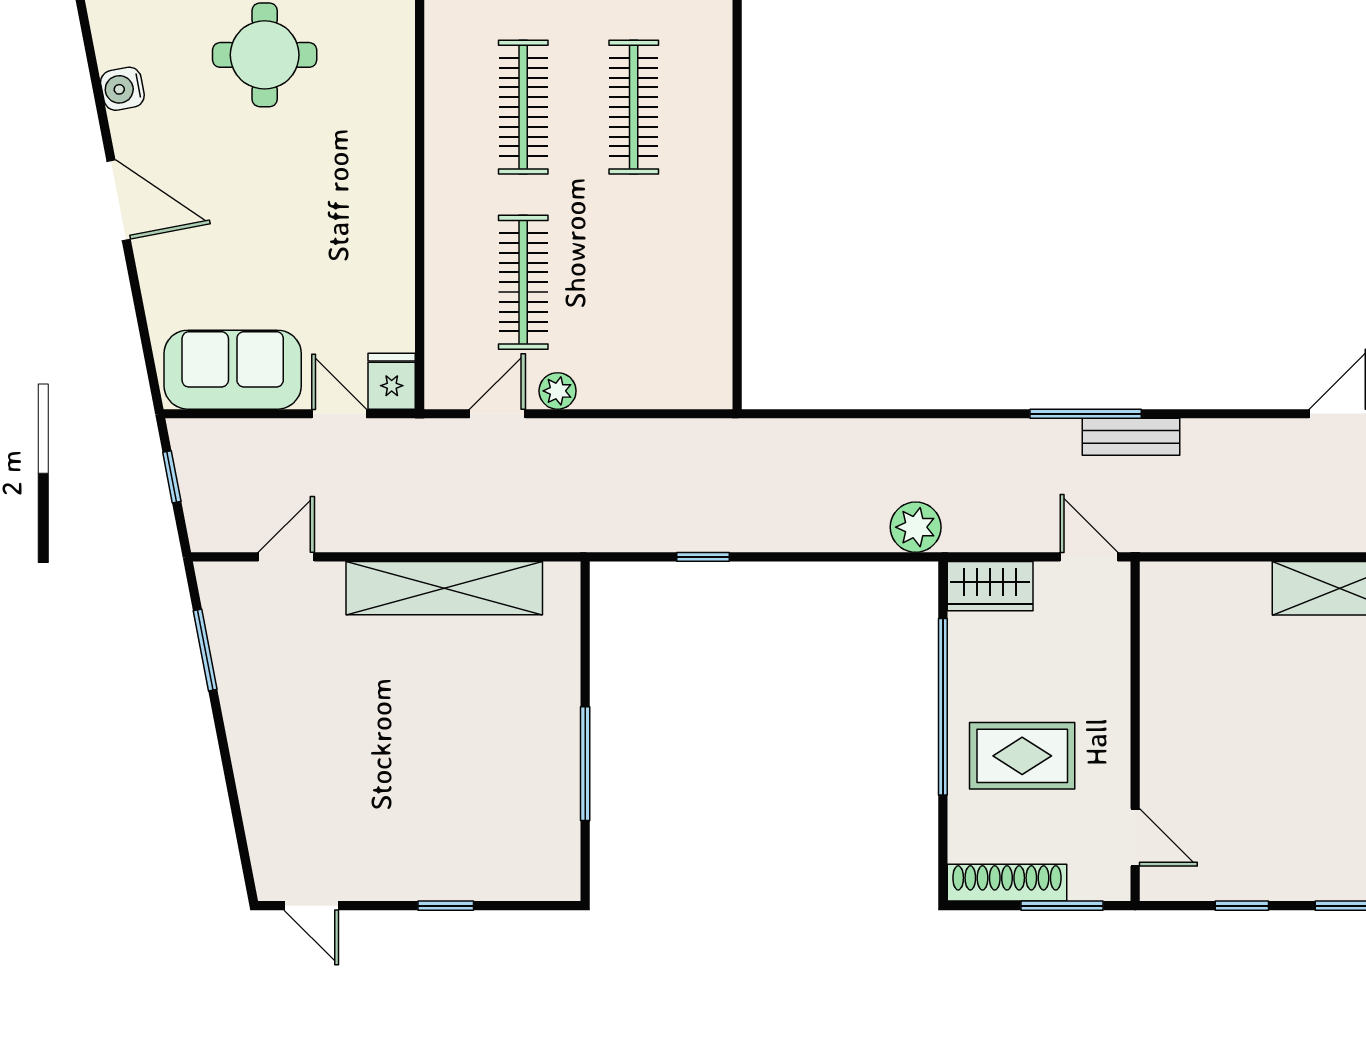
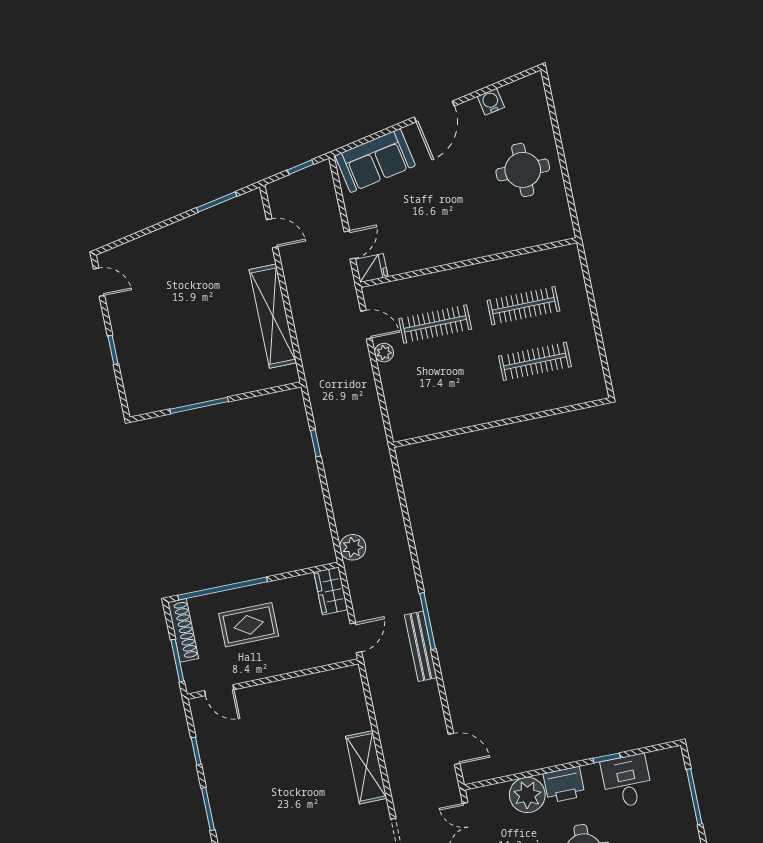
sofa: (233, 370) -> (375, 161), moved, turned 79
bench: (1131, 437) -> (421, 646), width x1.36
window: (943, 707) -> (223, 588), moved
rug: (1022, 756) -> (249, 625), turned 90
door: (1135, 837) -> (219, 690), hinge flipped
door: (311, 906) -> (99, 282), swing flipped

